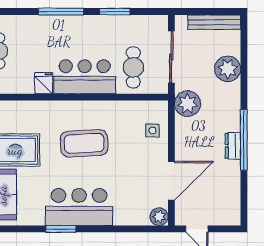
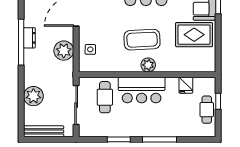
fridge: (44, 83) -> (186, 85), moved
plant: (188, 104) -> (64, 51), moved
plant: (76, 110) -> (148, 65), added

